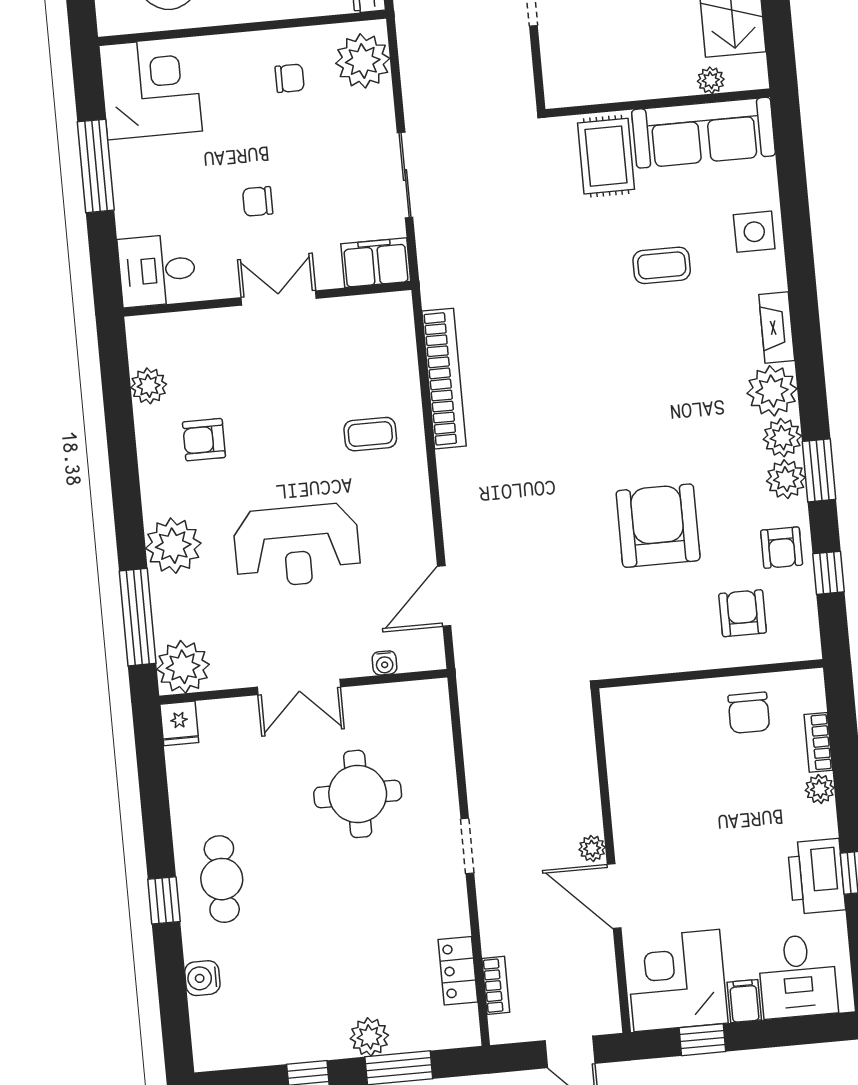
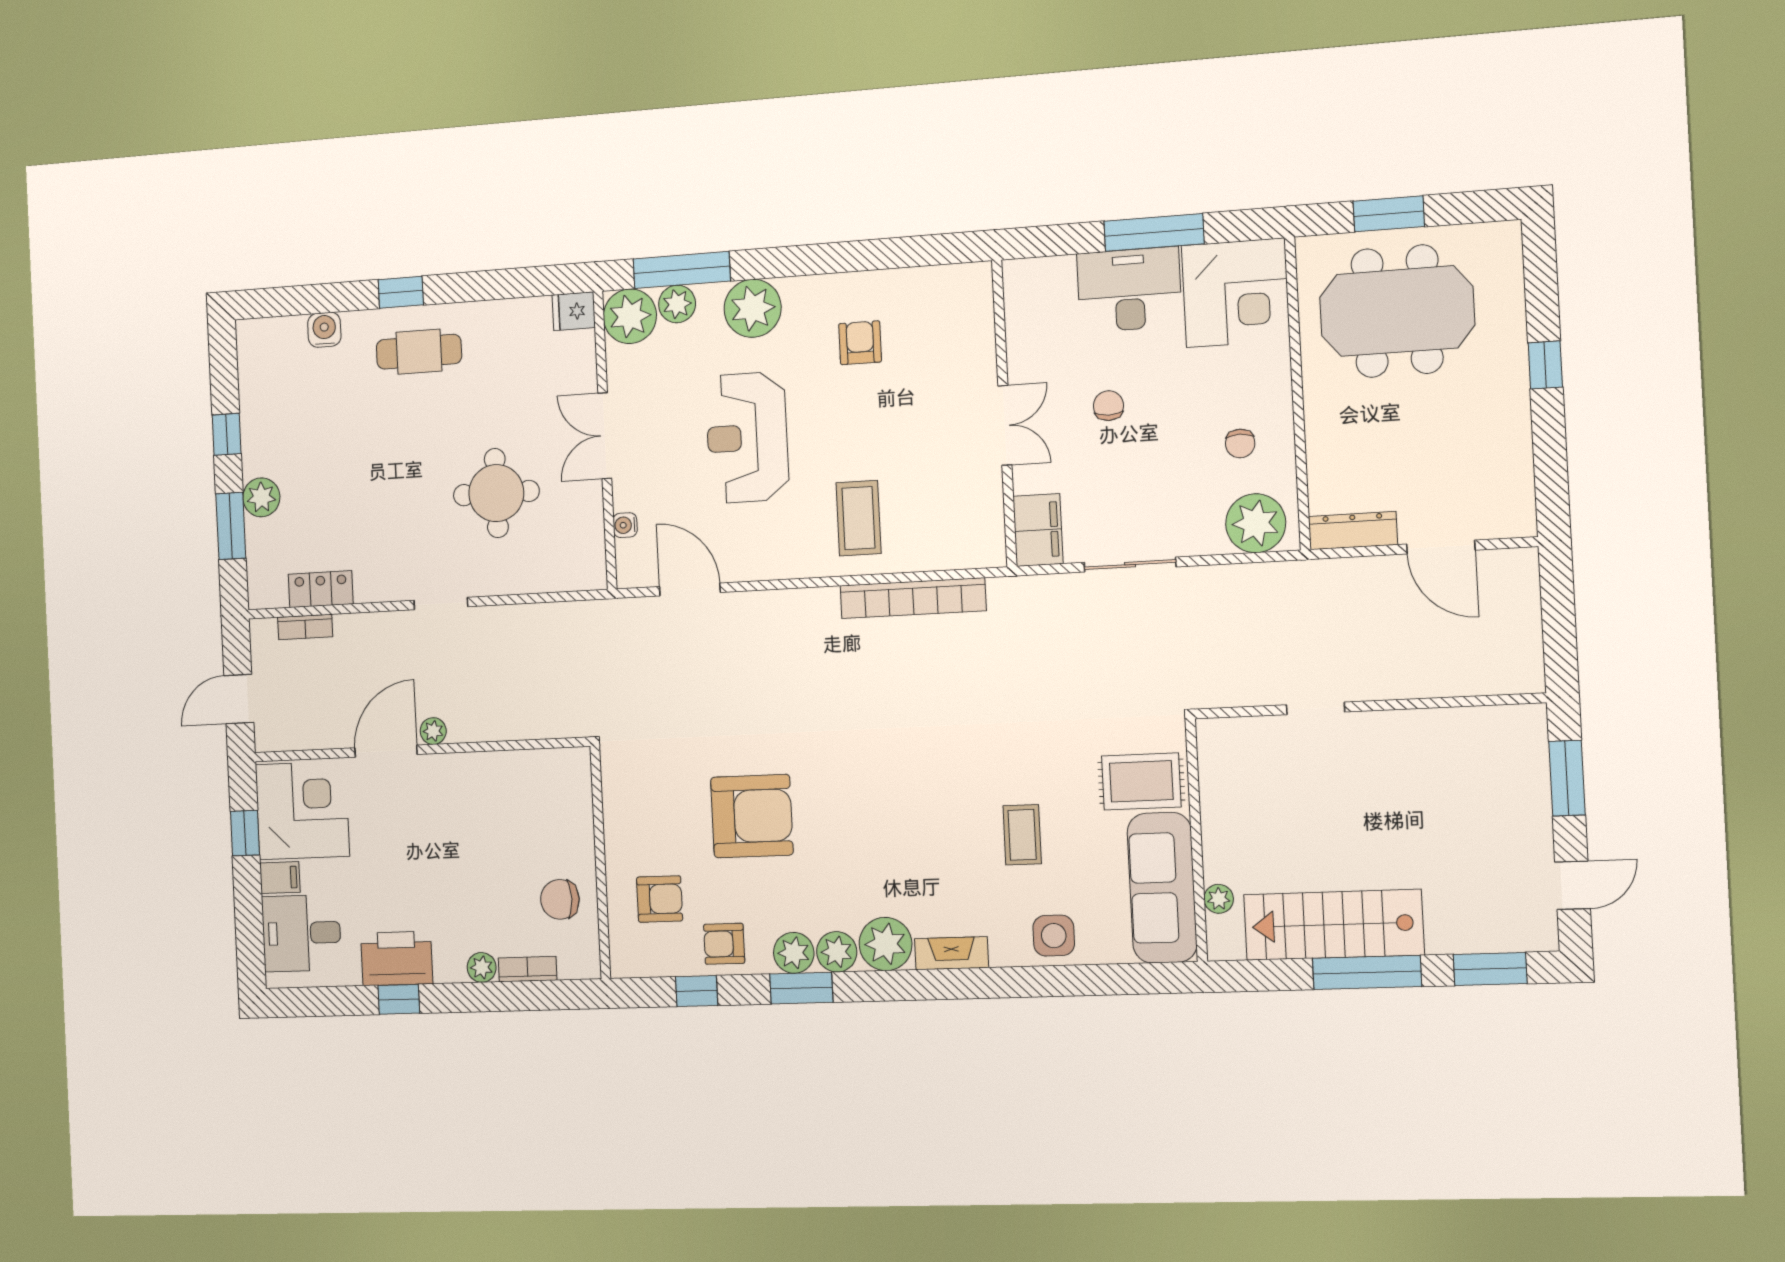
desk: (157, 270) -> (1129, 290), moved, width x1.37
plant: (149, 386) -> (677, 304), moved
coffee table: (370, 434) -> (859, 518), width x1.36, depth x1.30

